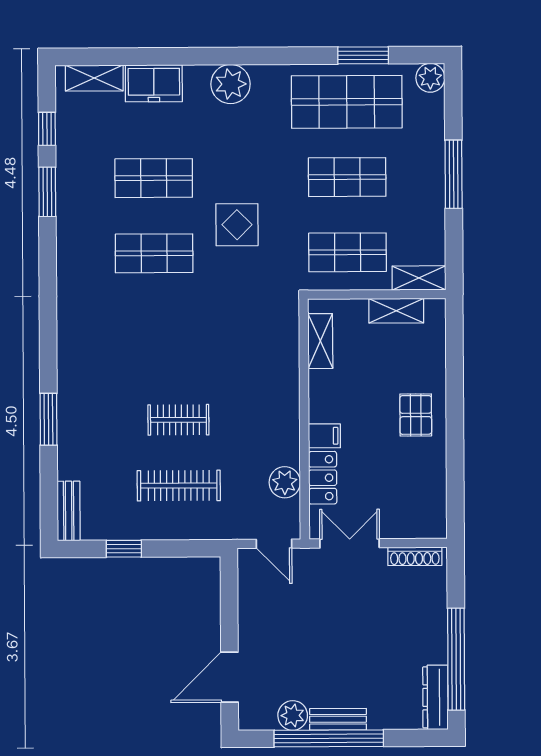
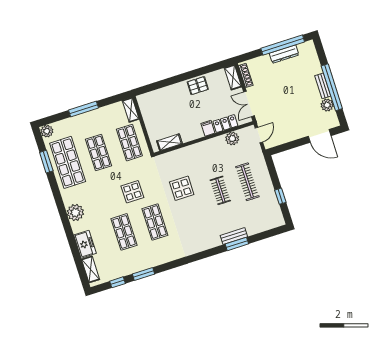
shelving: (396, 311) -> (233, 77), moved
display table: (210, 336) -> (182, 188), added
pallet: (416, 415) -> (198, 86), moved
bench: (69, 511) -> (234, 236), moved
dresser: (435, 697) -> (284, 54), moved

